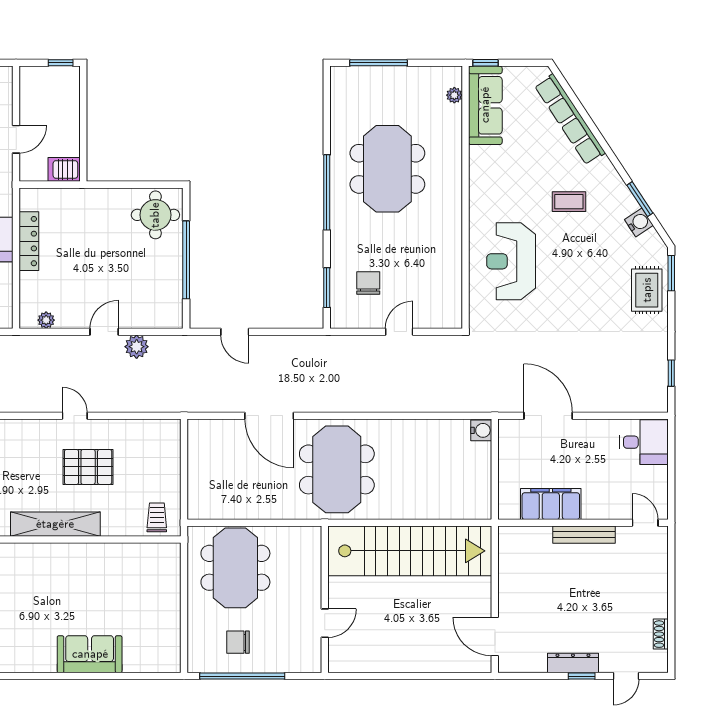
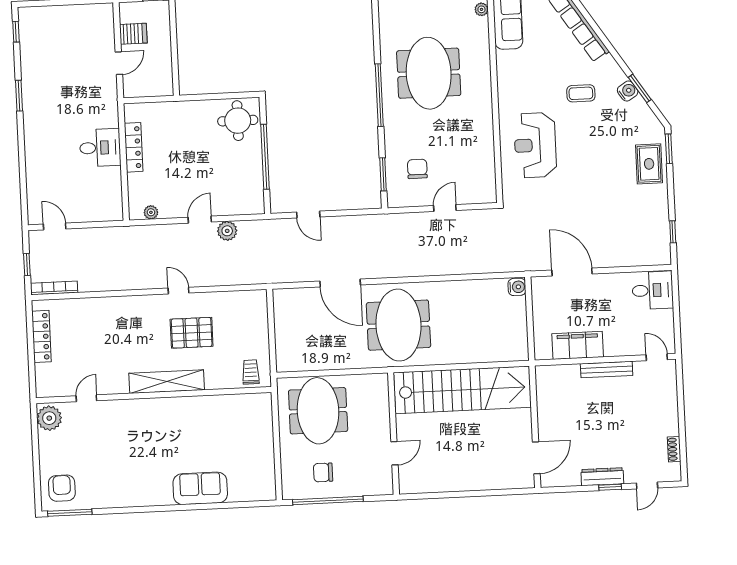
server rack: (64, 169) -> (133, 34), moved, turned 180
water cooler: (639, 222) -> (628, 91), moved
door: (495, 637) -> (536, 458), swing flipped

